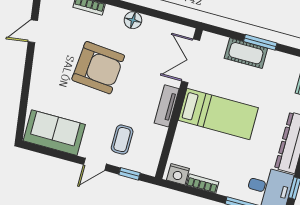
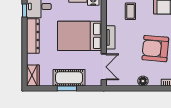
cot: (246, 53) -> (69, 78), width x1.37, depth x1.34
bed: (218, 114) -> (80, 36), width x1.50

